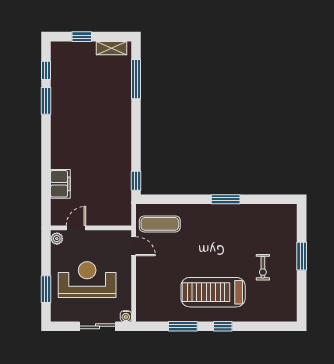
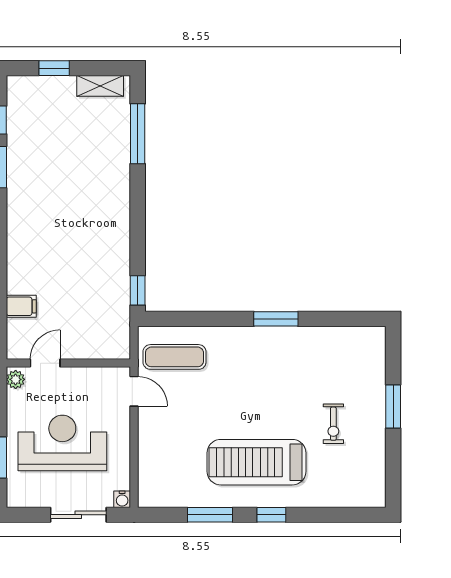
filing cabinet: (60, 184) -> (21, 306), width x0.50

